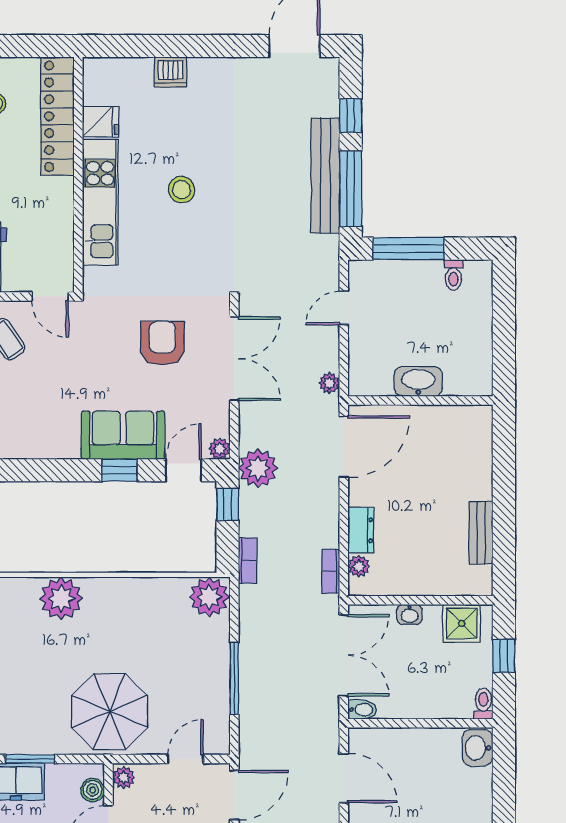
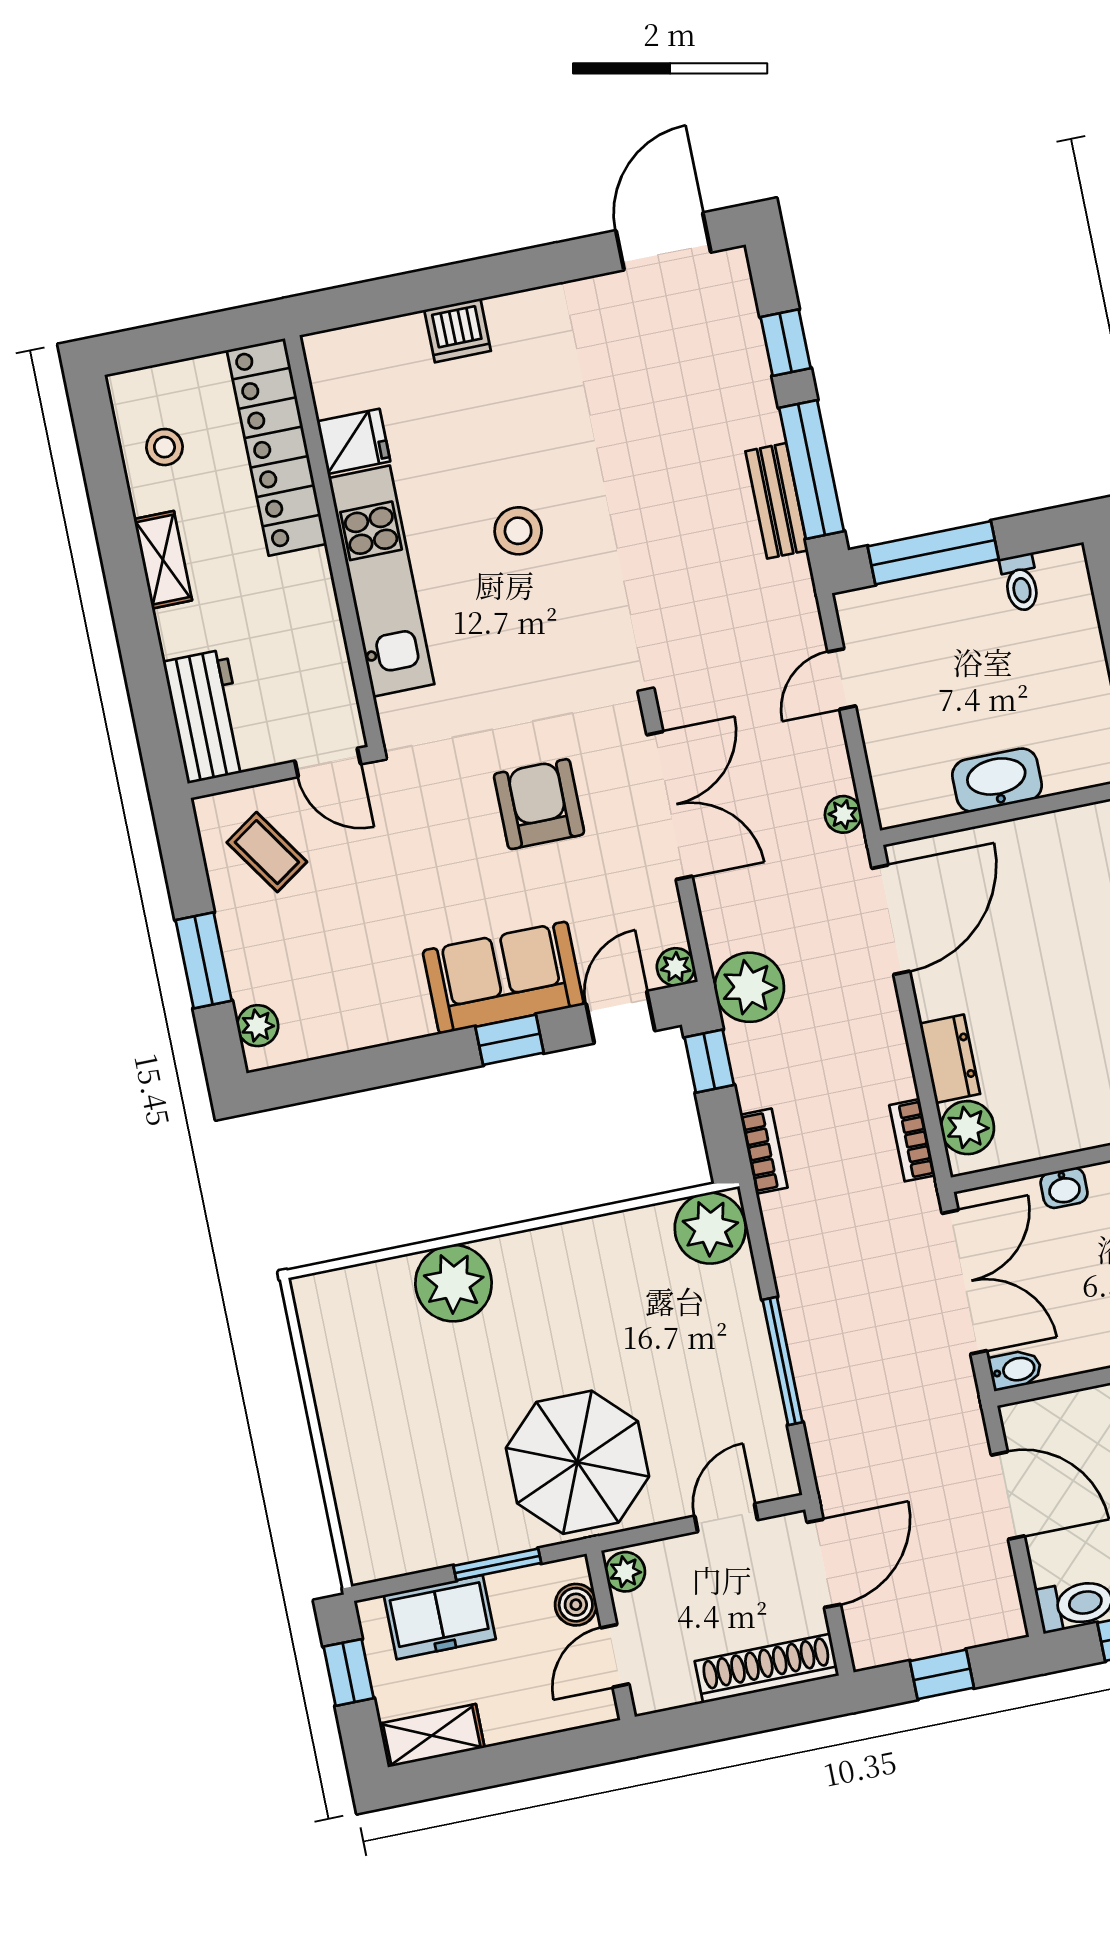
bench: (325, 176) -> (777, 501), width x0.54, depth x0.82
plant: (359, 566) -> (967, 1128), width x1.38, depth x1.38
window: (30, 759) -> (497, 1564), moved

